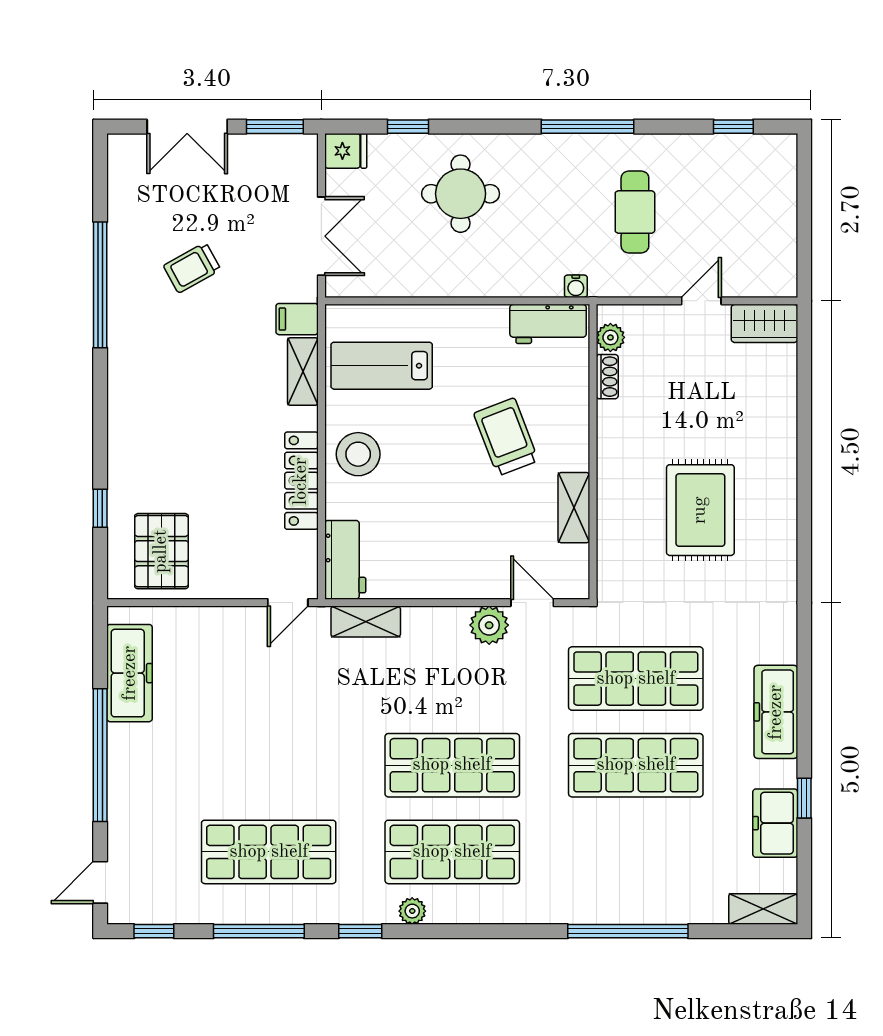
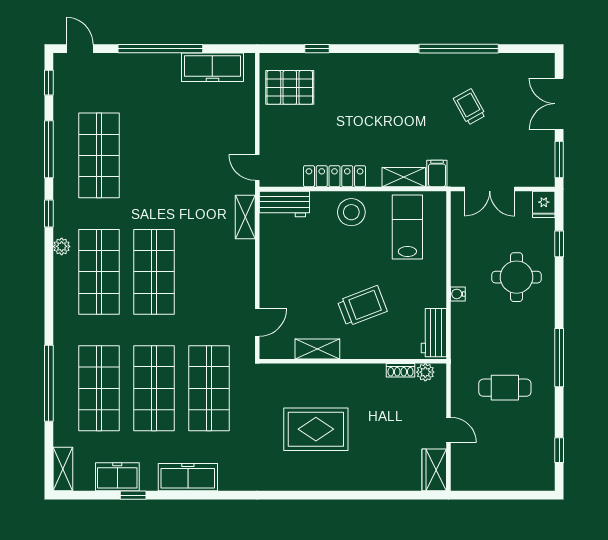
water cooler: (576, 286) -> (458, 294), moved
plant: (489, 625) -> (243, 295), removed
shop shelf: (636, 852) -> (99, 388), added

